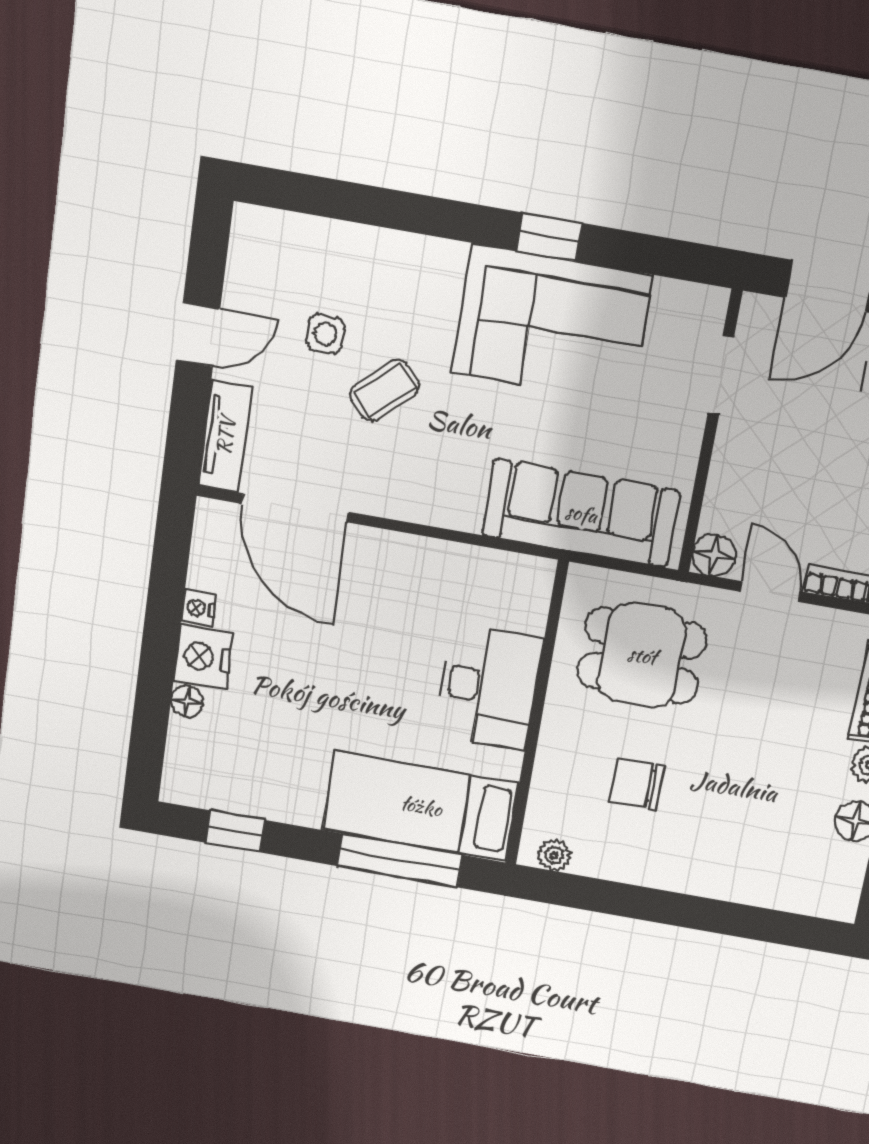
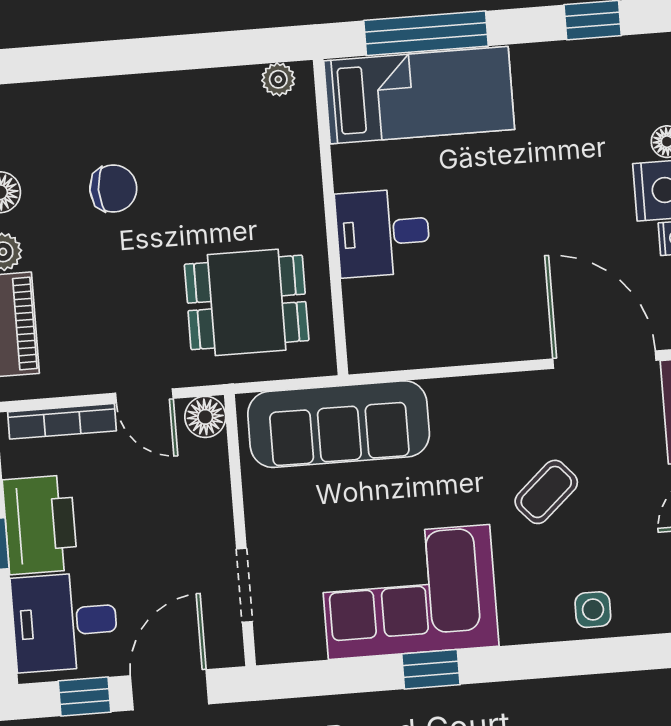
side table: (325, 334) -> (593, 610), moved
desk: (488, 687) -> (383, 233), width x0.73
chair: (637, 784) -> (113, 188), moved

